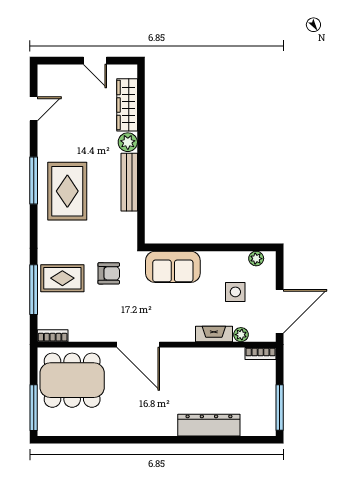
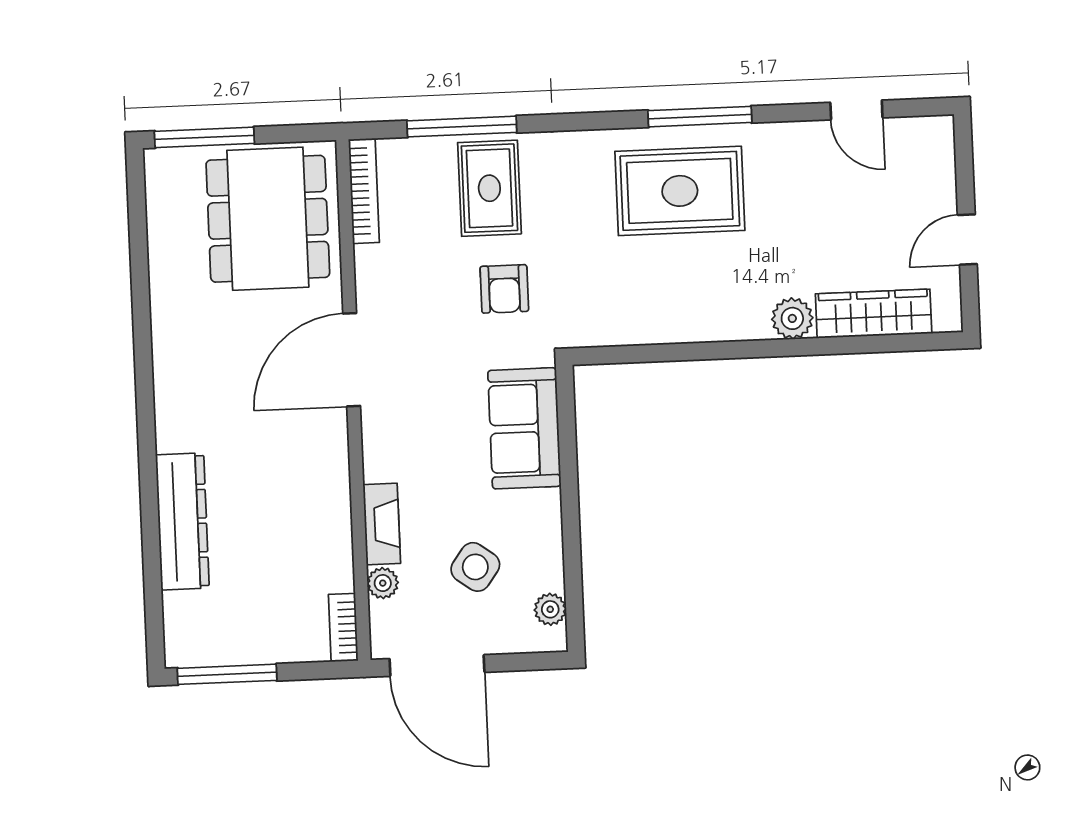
bench: (129, 182) -> (705, 325), removed
side table: (235, 292) -> (475, 567), turned 36
bookcase: (53, 336) -> (364, 191), width x1.56

